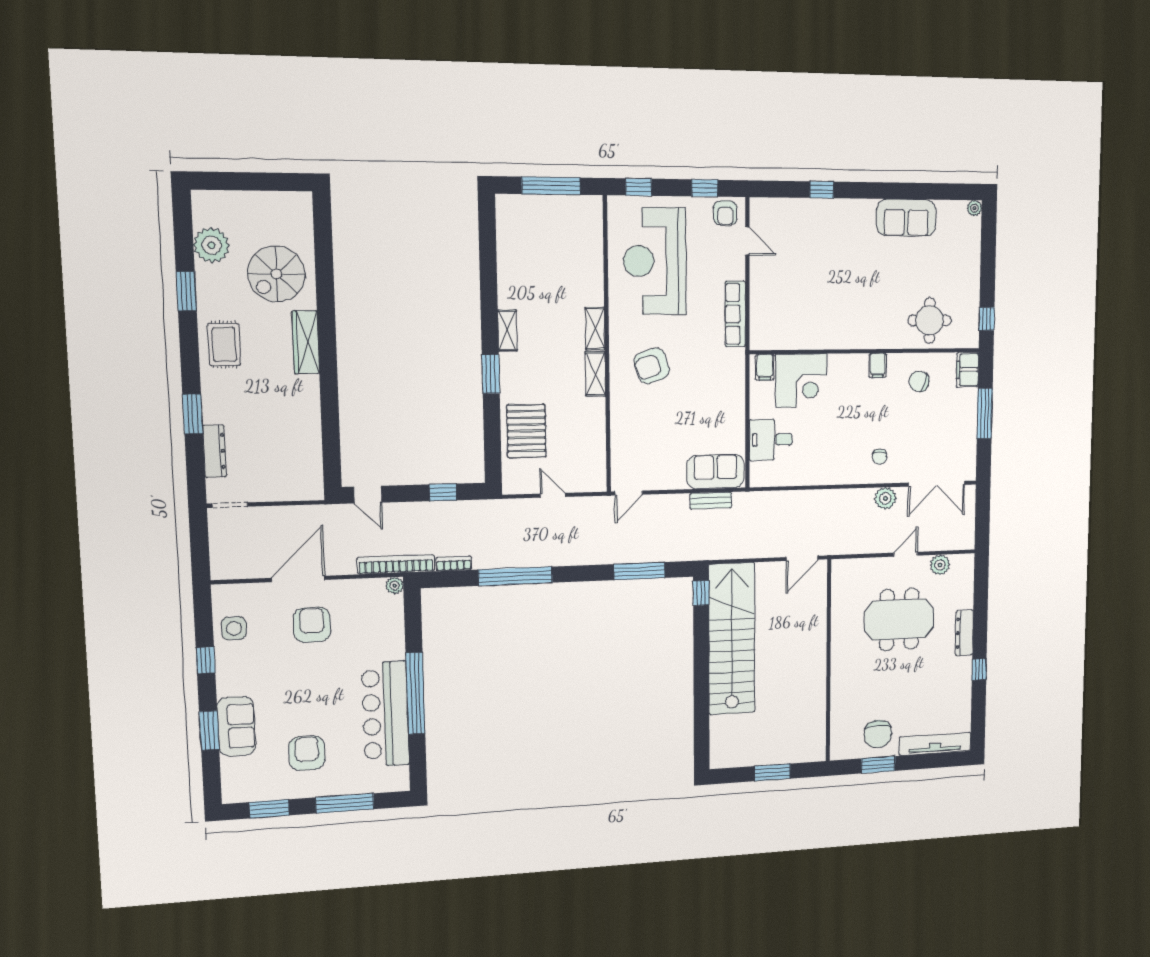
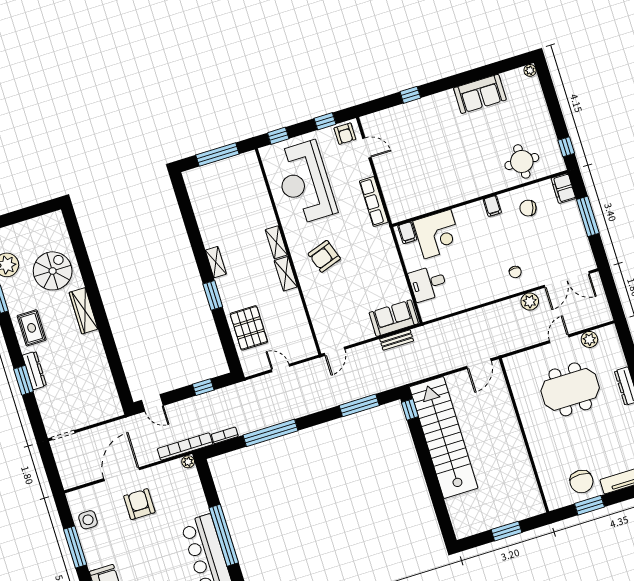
spiral stairs: (276, 274) -> (53, 271), turned 180
dresser: (215, 451) -> (34, 370), moved
window: (206, 660) -> (75, 547), width x2.17

